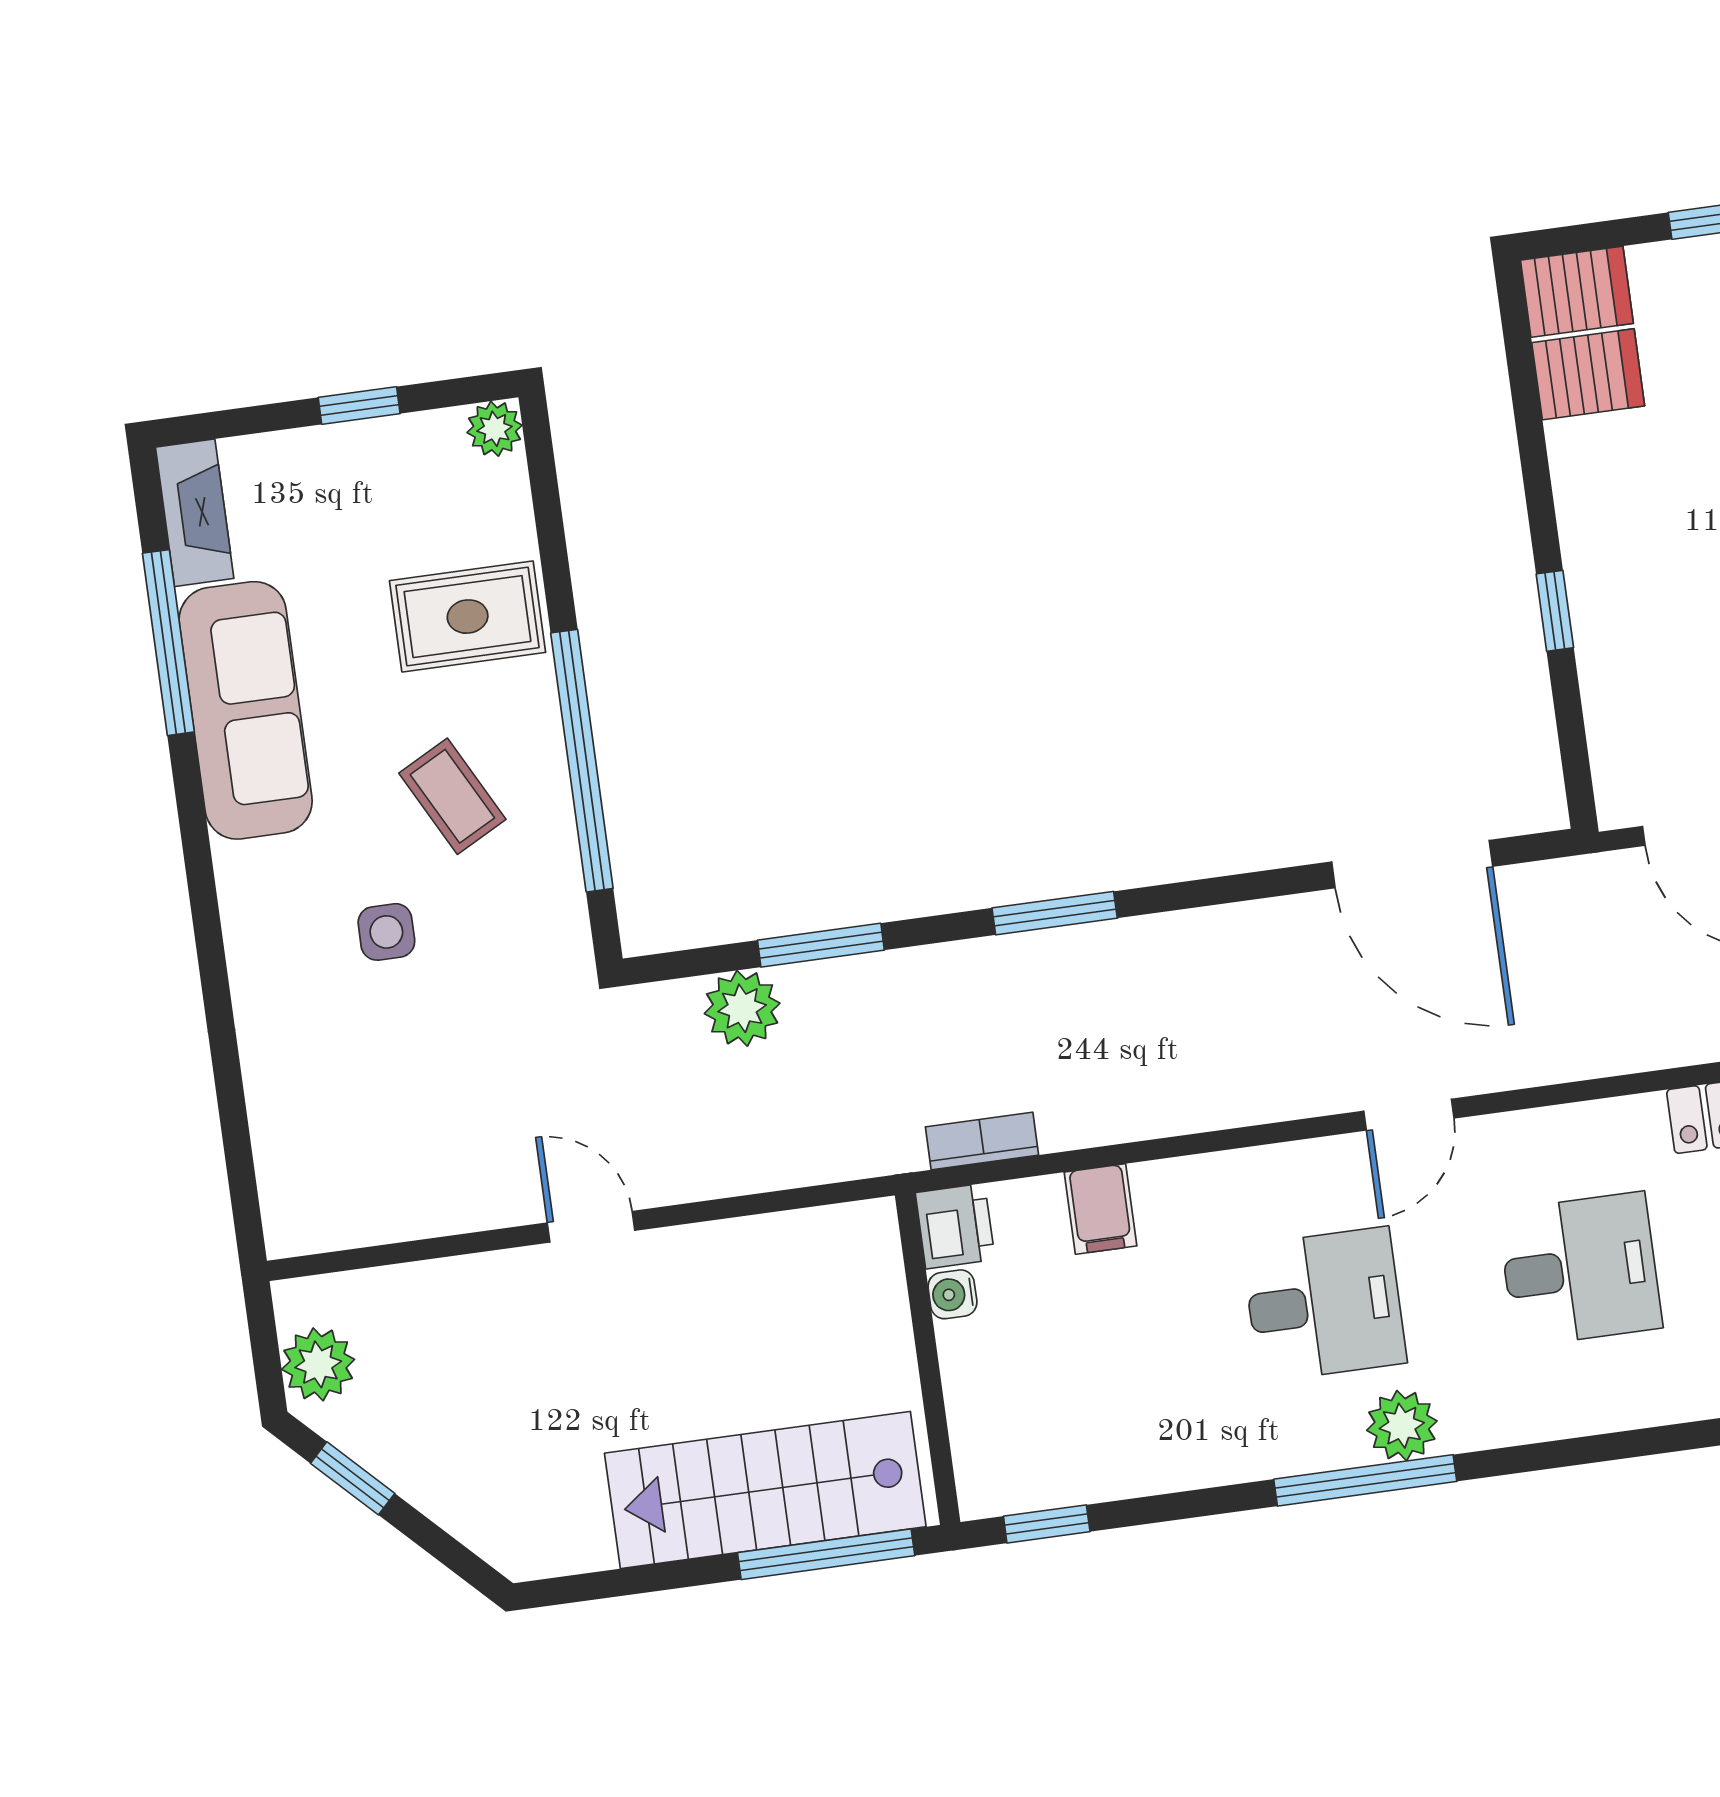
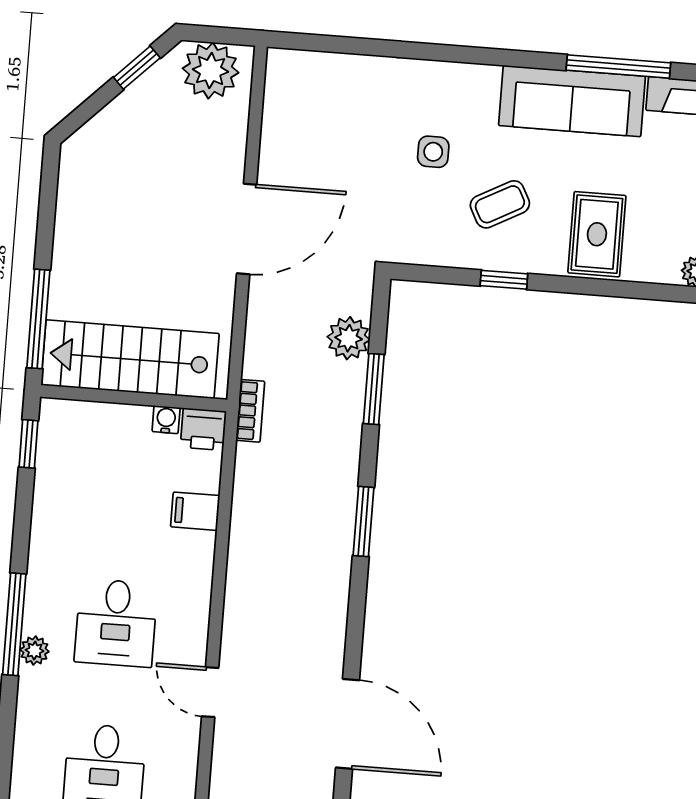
window: (582, 761) -> (504, 280), width x0.32
door: (1412, 864) -> (348, 724), swing flipped
bookcase: (982, 1141) -> (250, 411), moved
door: (591, 1227) -> (247, 229), width x1.88
plant: (318, 1364) -> (211, 71), width x1.36, depth x1.36
plant: (1402, 1426) -> (35, 651), width x0.73, depth x0.73
stairs: (765, 1490) -> (130, 359), moved, turned -90

